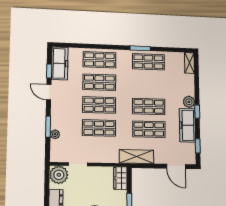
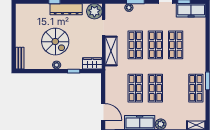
shop shelf: (99, 60) -> (196, 45), removed
shelving: (137, 157) -> (111, 51), moved
door: (176, 166) -> (103, 112), swing flipped

